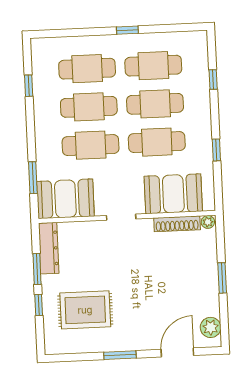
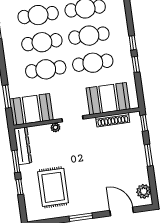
window: (213, 80) -> (133, 43), moved
plant: (208, 222) -> (55, 127), moved
window: (220, 233) -> (144, 123), added
rug: (85, 310) -> (53, 187), turned 90
door: (177, 352) -> (122, 211), hinge flipped

